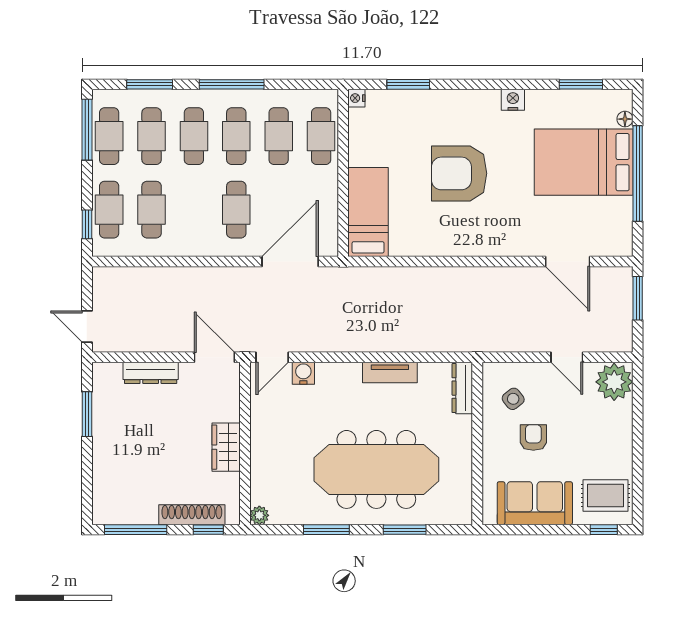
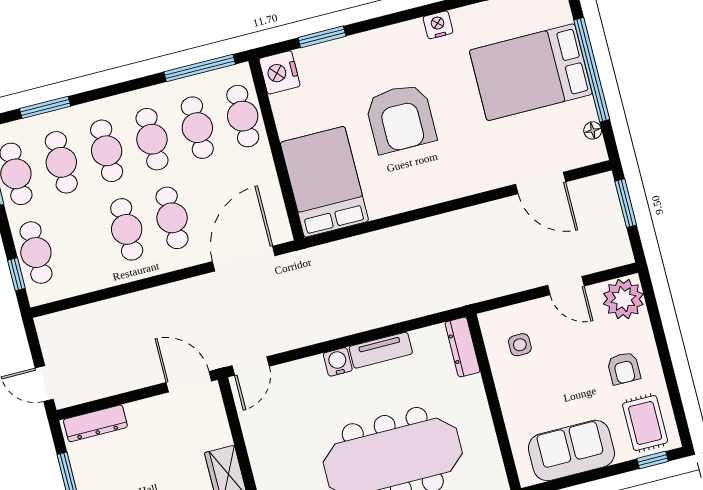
window: (232, 84) -> (200, 68), moved
nightstand: (356, 98) -> (280, 72), width x1.89, depth x1.79
floor lamp: (625, 119) -> (593, 130), moved
armchair: (459, 173) -> (401, 118), turned -90
cafe table: (152, 210) -> (127, 229), moved
bed: (368, 212) -> (324, 182), width x1.50
dresser: (151, 373) -> (95, 423), moved
water cooler: (303, 373) -> (338, 362), moved
side table: (513, 399) -> (520, 345), turned 38
armchair: (533, 437) -> (624, 368), moved, turned 180
rug: (606, 496) -> (645, 423), turned 90

